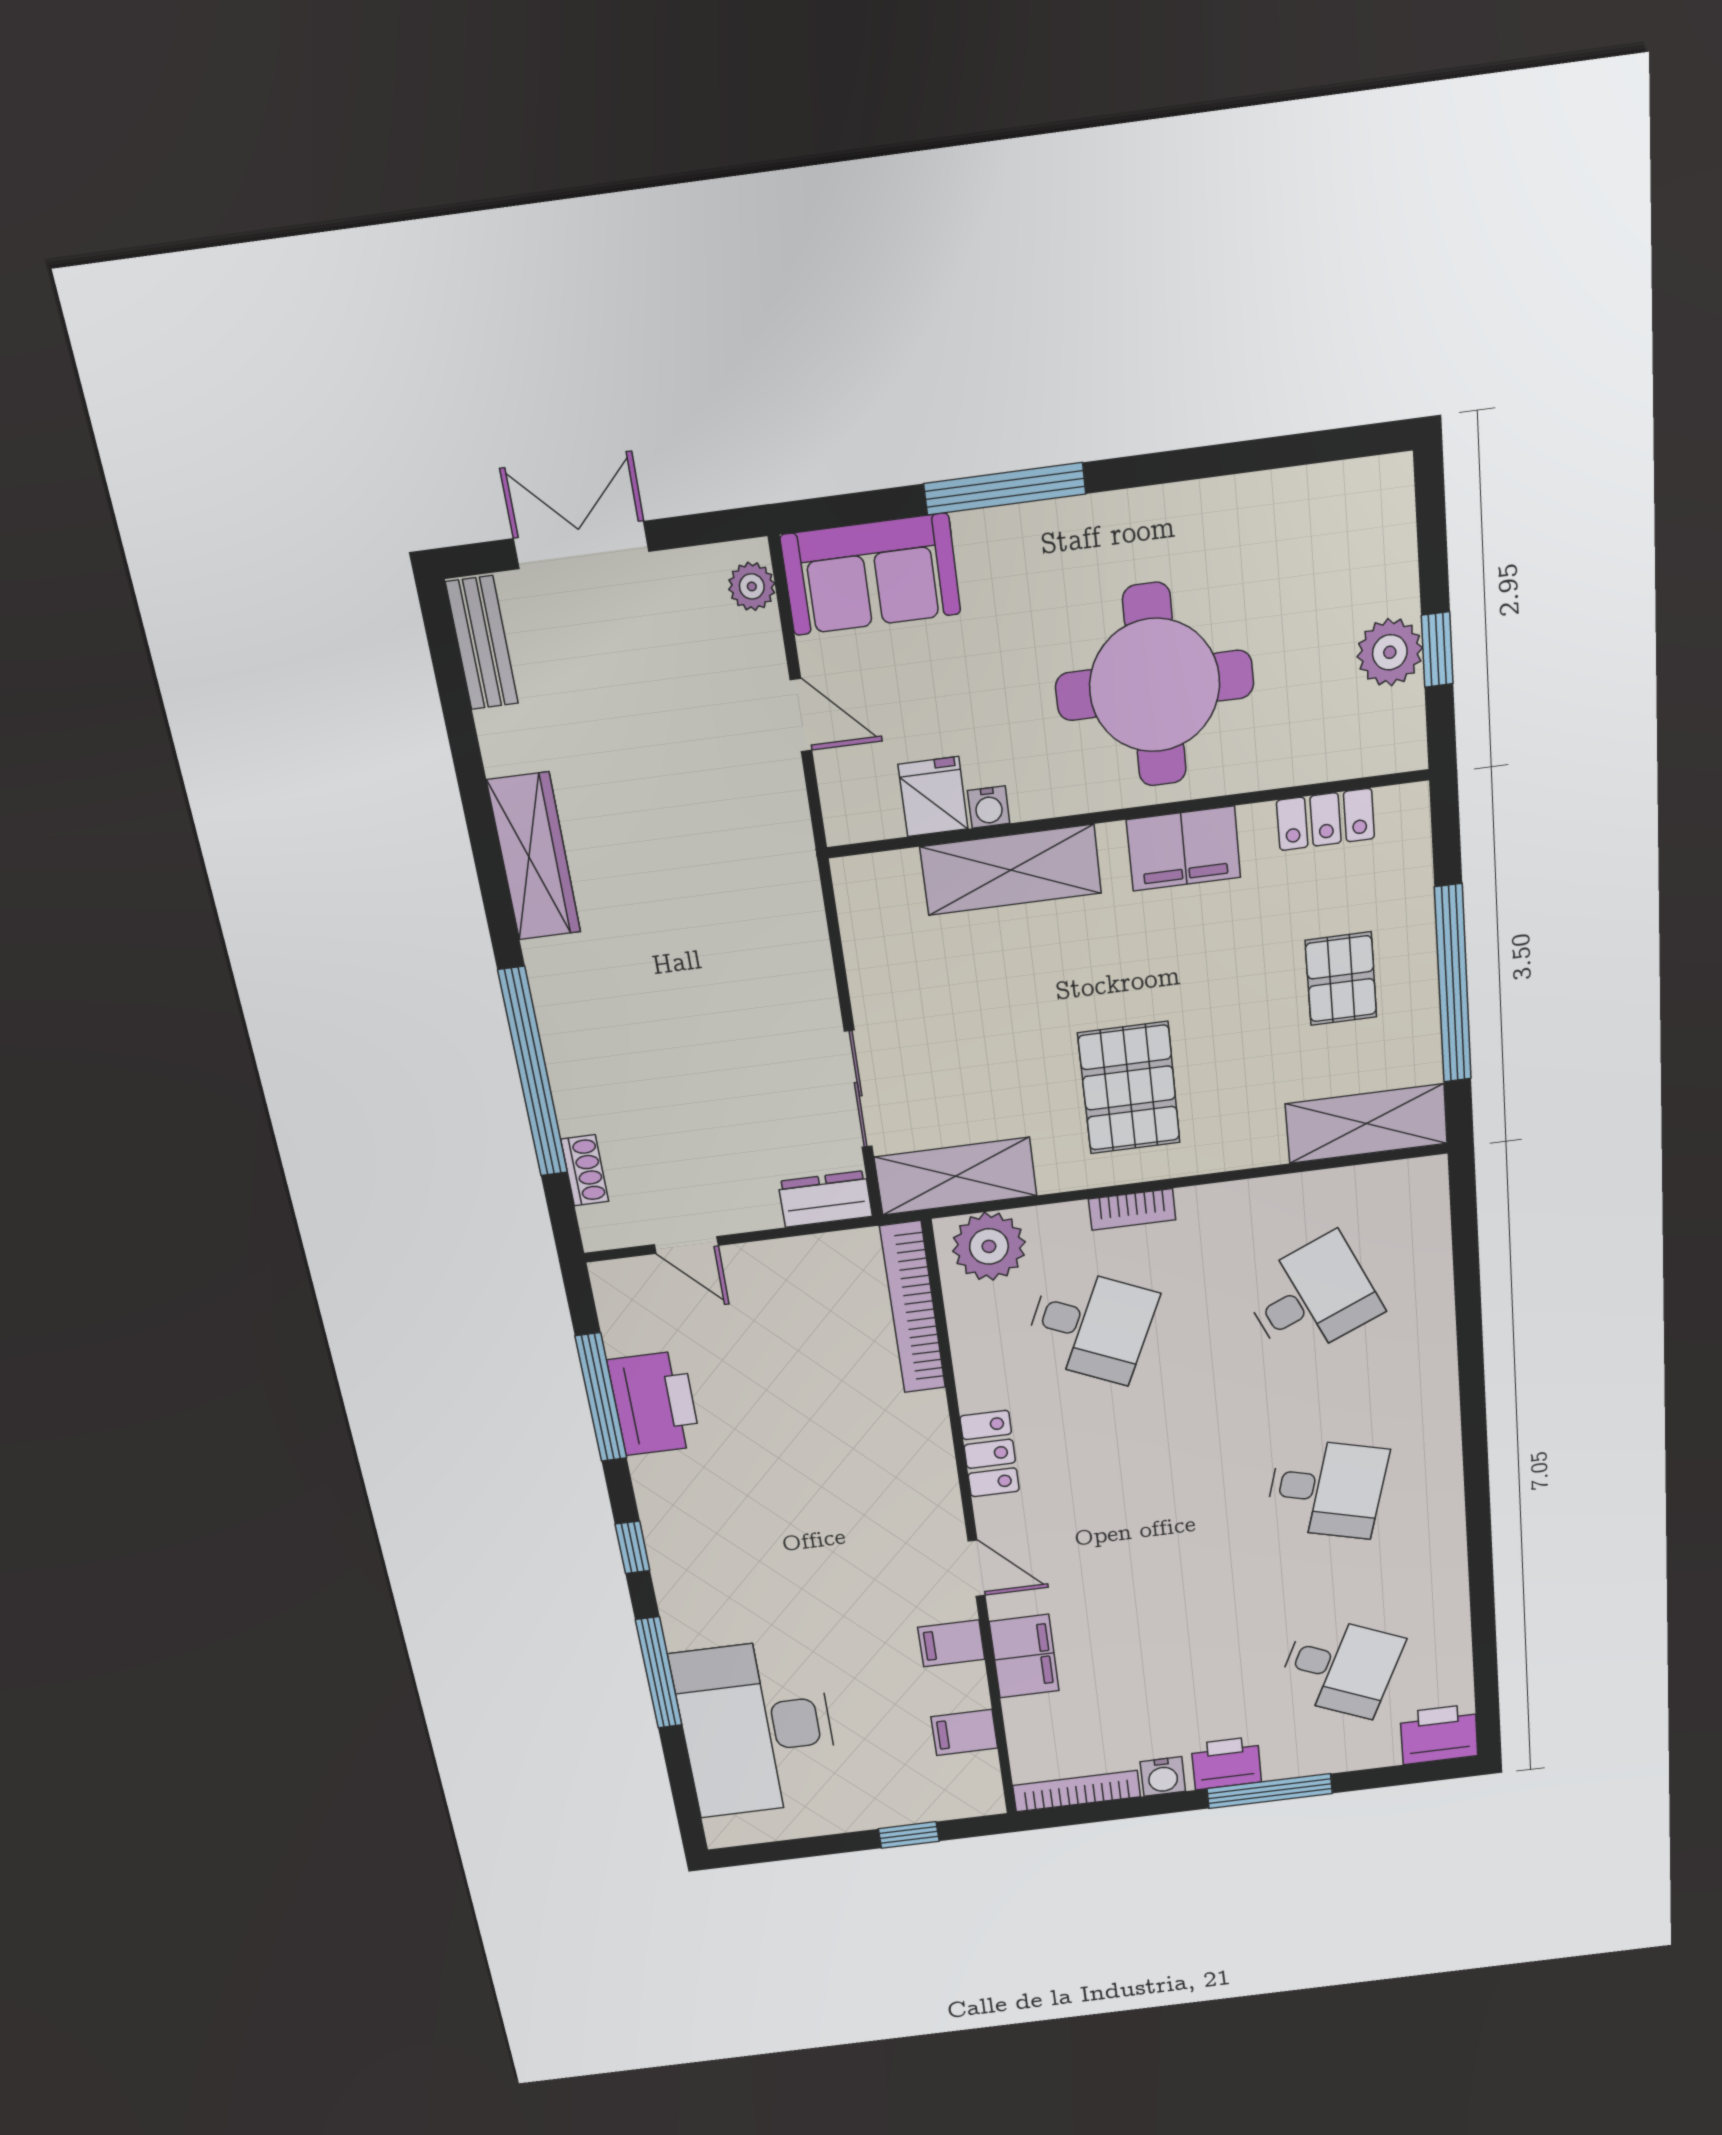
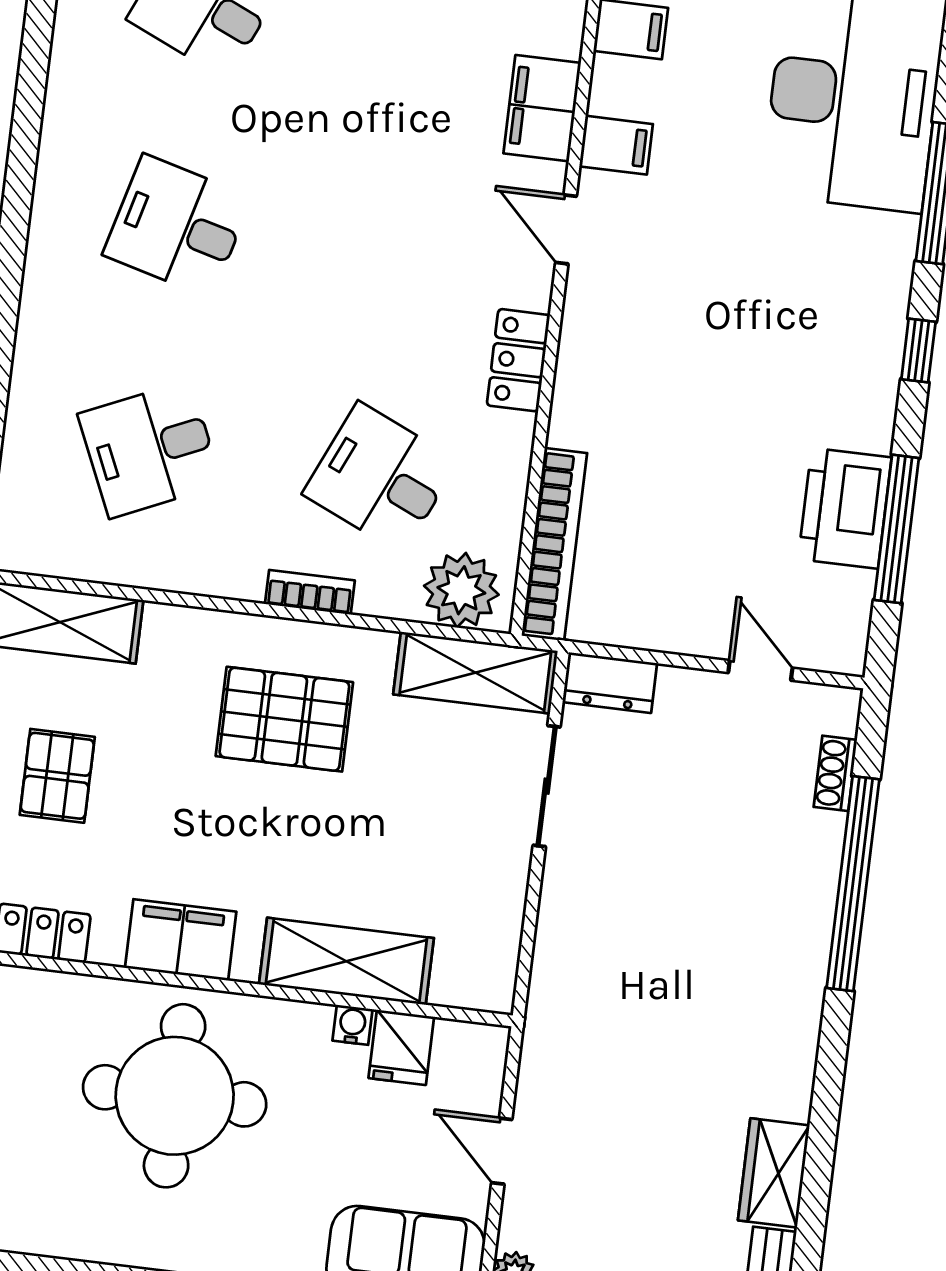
wardrobe: (534, 857) -> (774, 1173), moved, width x0.67
pallet: (1129, 1088) -> (284, 719), turned 90

